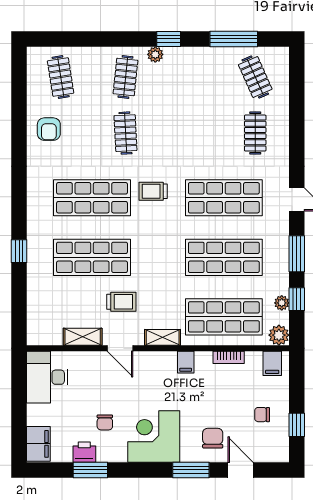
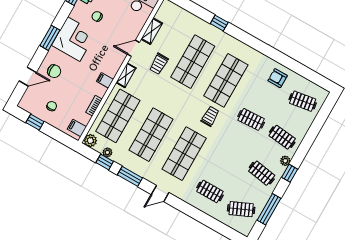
clothes rail: (190, 77) -> (262, 173), added
window: (191, 470) -> (50, 38), moved

